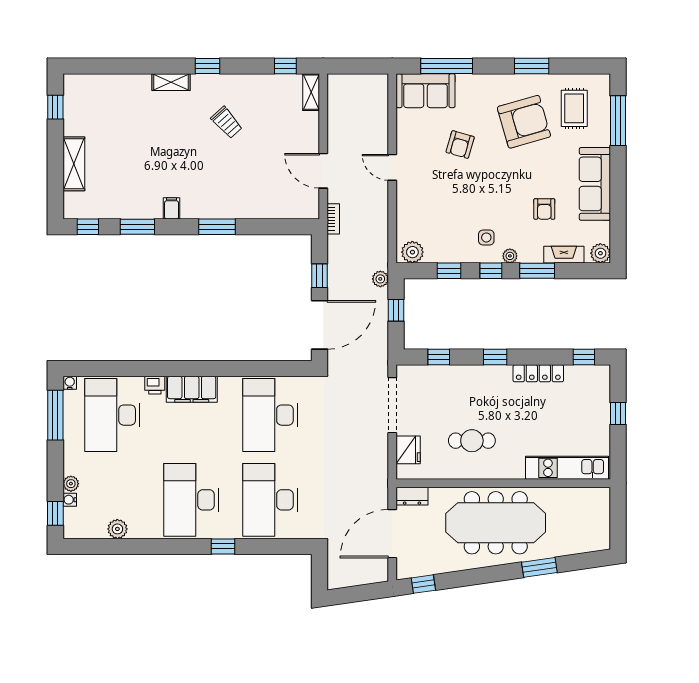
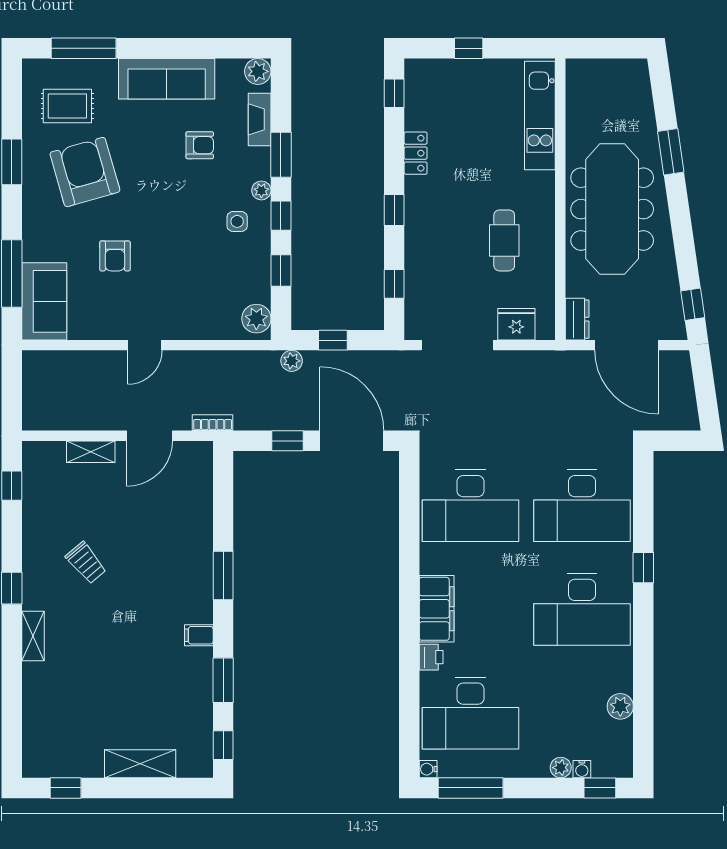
shelving: (311, 92) -> (91, 452), moved
trolley: (227, 123) -> (86, 563), turned 92
armchair: (460, 145) -> (115, 256), turned 74
locker: (538, 373) -> (416, 153), width x0.66

